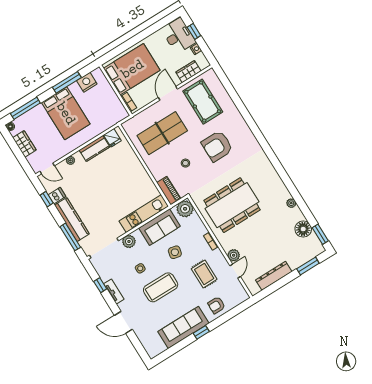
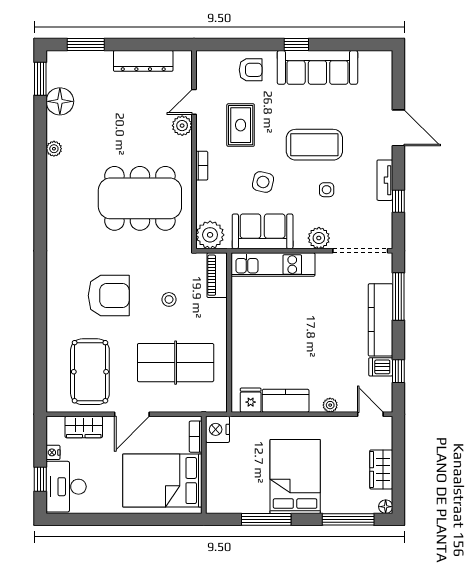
nightstand: (87, 82) -> (218, 429), moved, turned 90

